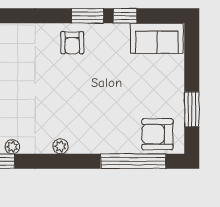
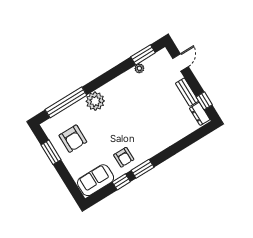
armchair: (72, 43) -> (124, 157), moved, turned 180
armchair: (157, 134) -> (73, 139), moved, turned 90
plant: (60, 146) -> (95, 101), moved, width x1.88, depth x1.88

